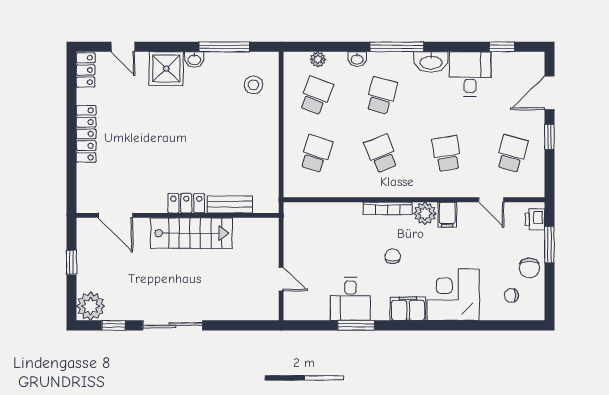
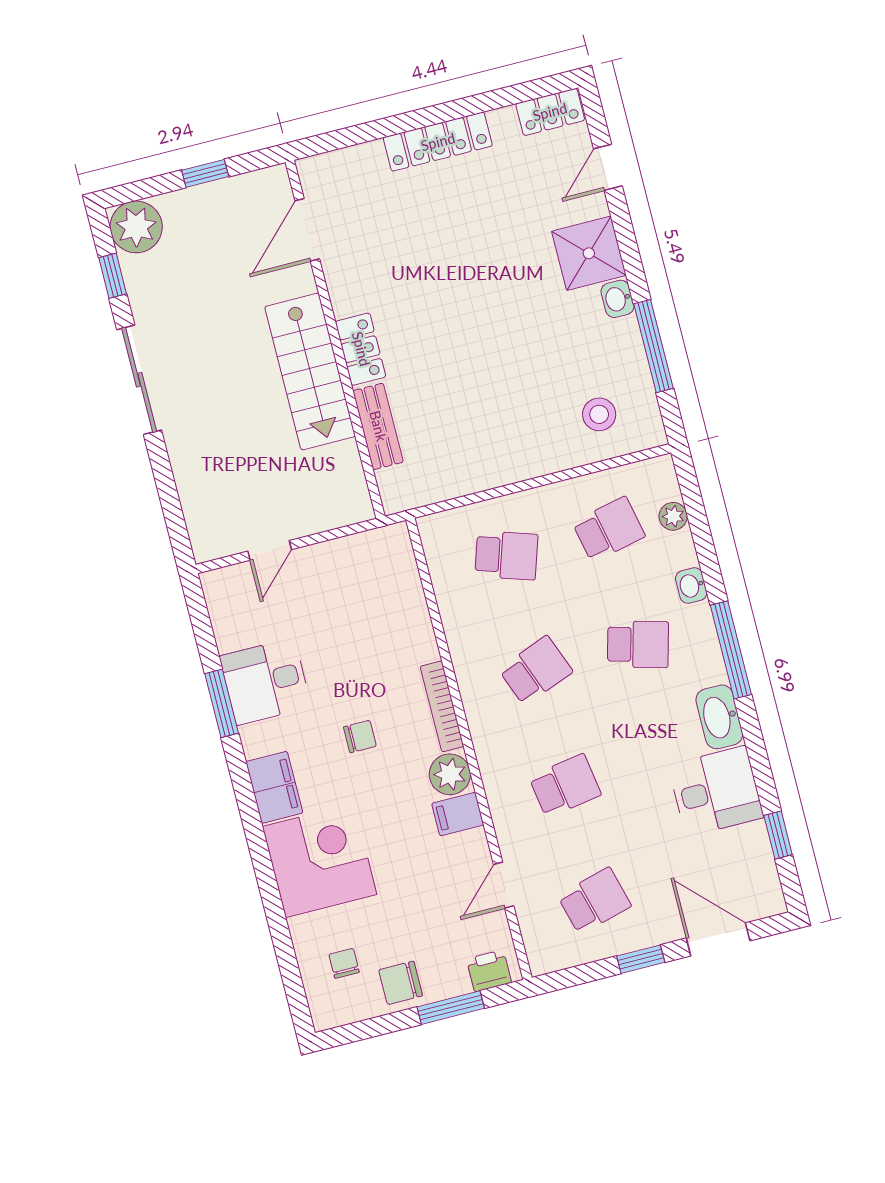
school desk: (316, 95) -> (609, 529), turned -33
school desk: (512, 154) -> (594, 901), turned -30

